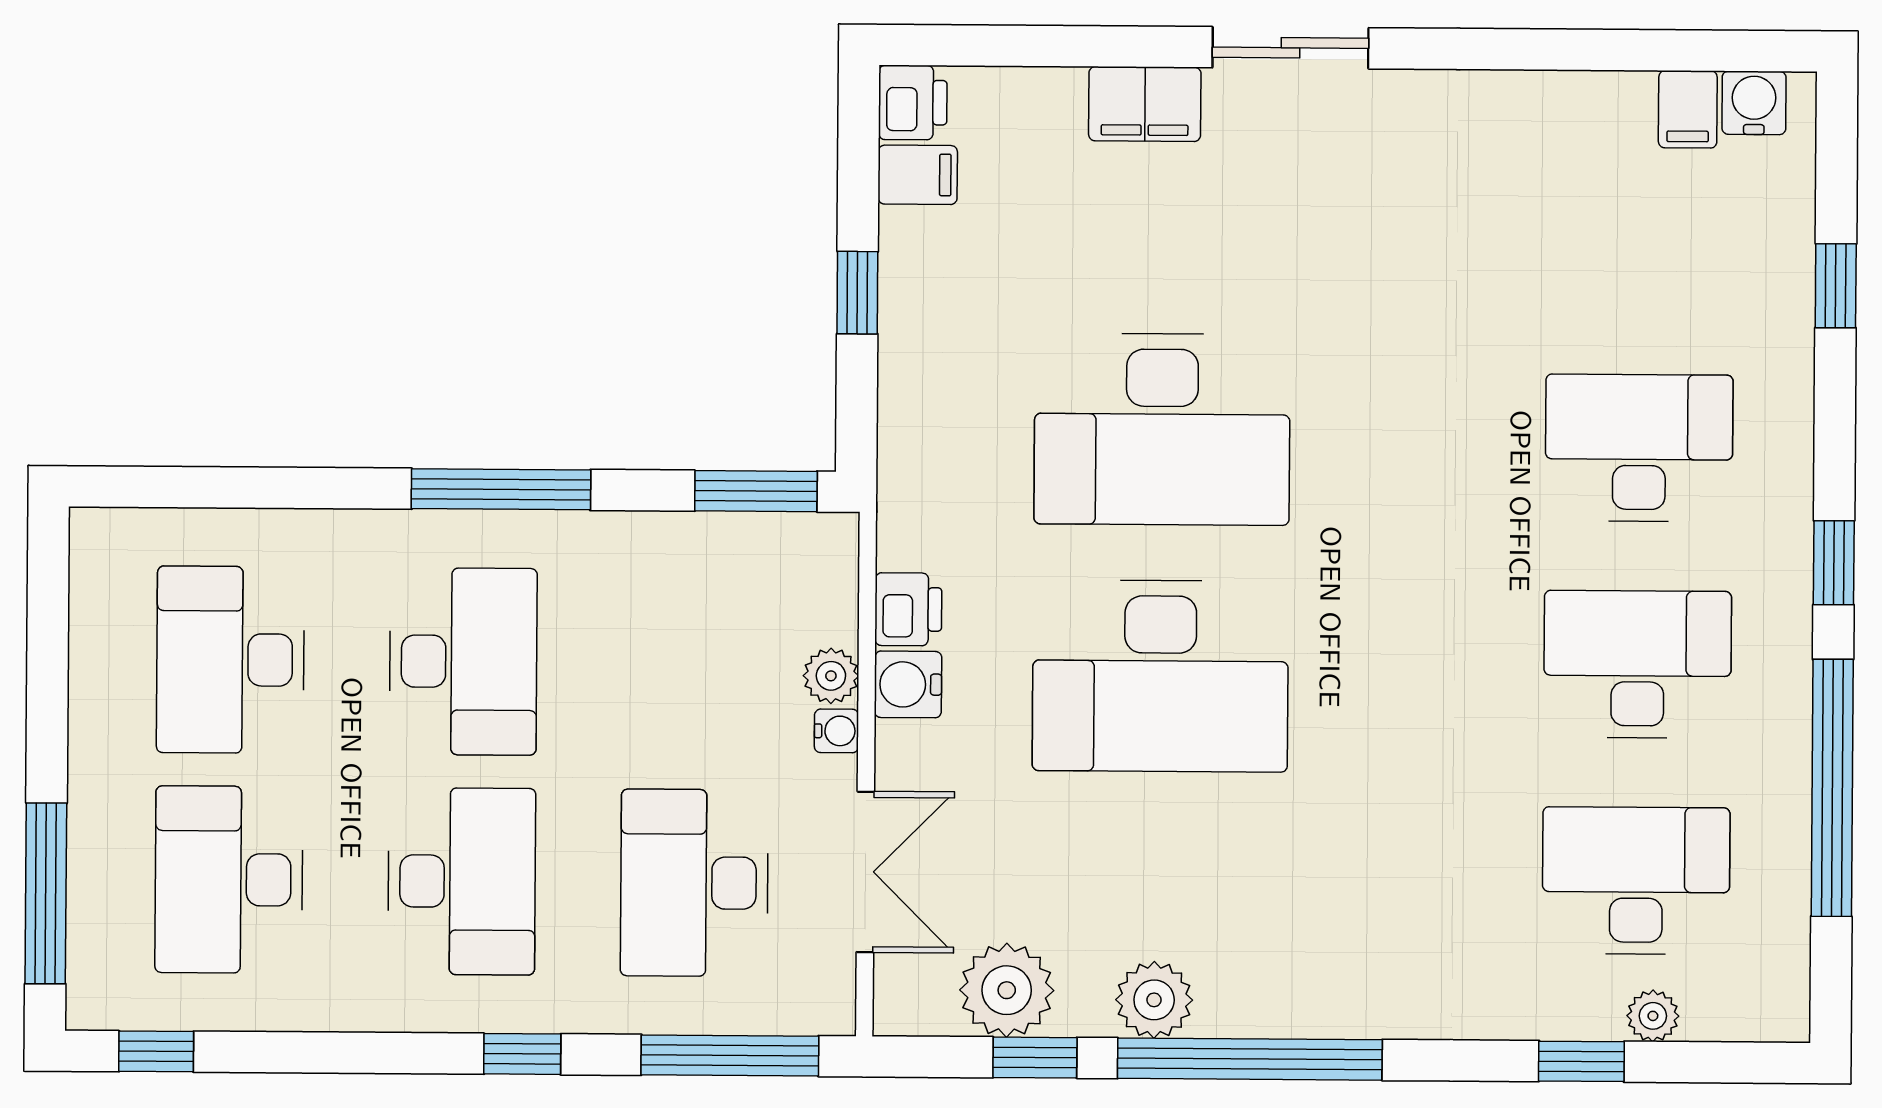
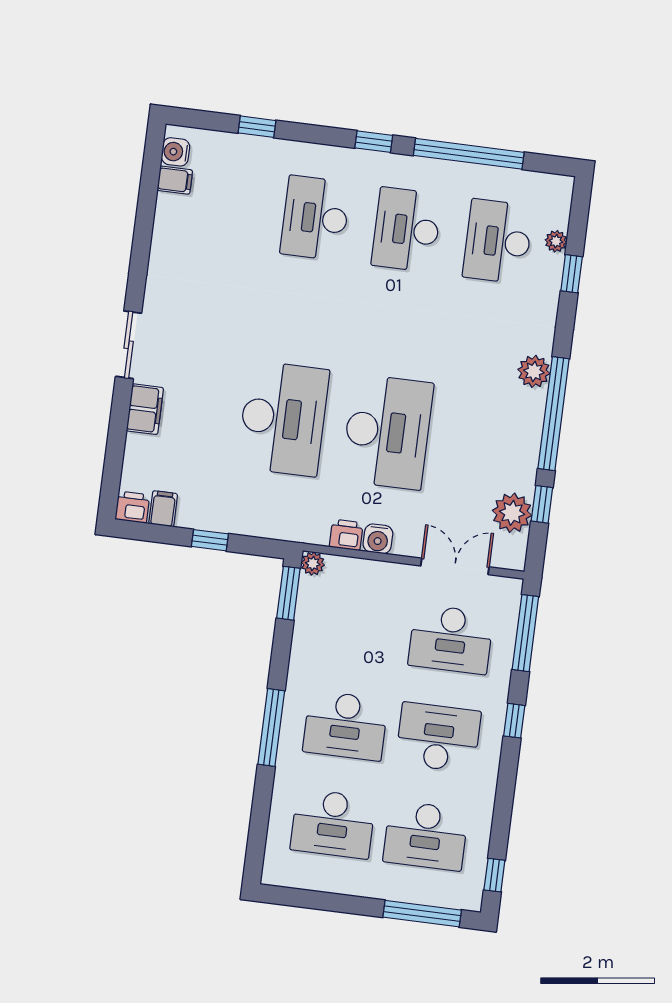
window: (501, 489) -> (271, 728), moved
desk: (463, 661) -> (345, 726), turned 180
plant: (831, 676) -> (313, 564), moved
water cooler: (836, 731) -> (394, 571), removed
plant: (1154, 1000) -> (534, 371), moved

